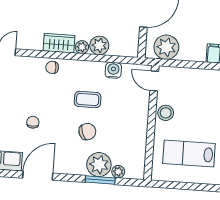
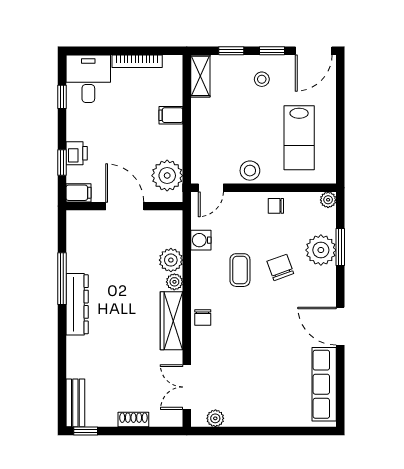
wardrobe: (59, 43) -> (171, 321), width x1.50
chair: (33, 122) -> (276, 206), moved
plant: (118, 172) -> (328, 200), moved

